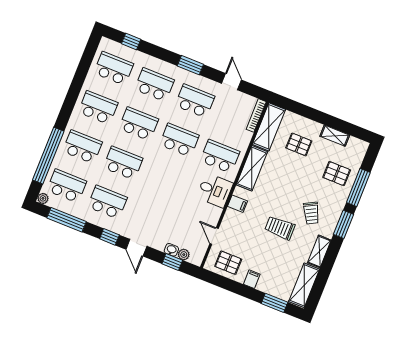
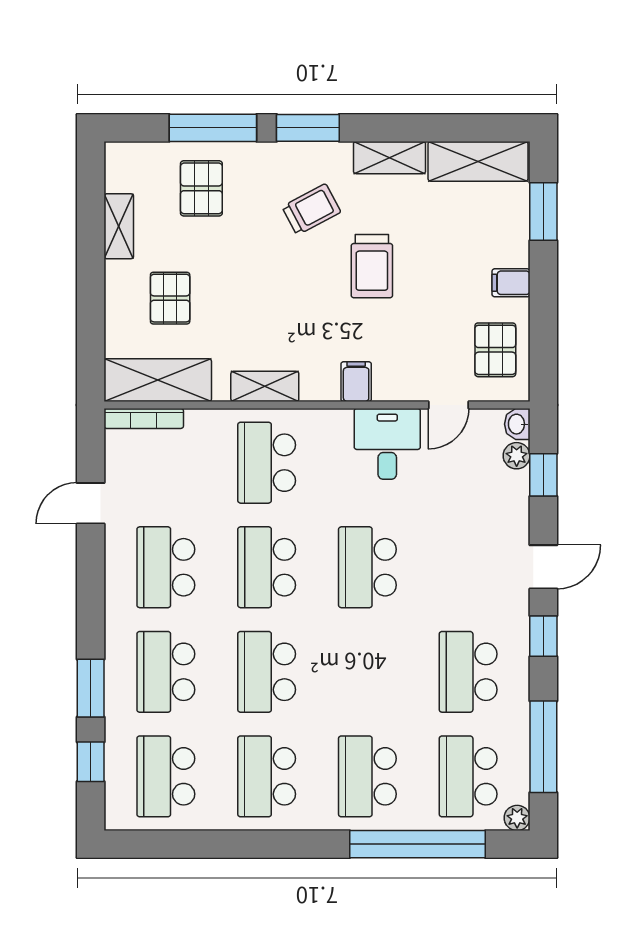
window: (190, 65) -> (91, 688), moved
school desk: (123, 163) -> (367, 567), moved
shelving: (252, 168) -> (265, 386), width x0.67, depth x0.75
desk: (215, 190) -> (387, 444), moved
washbasin: (171, 250) -> (517, 424), moved

